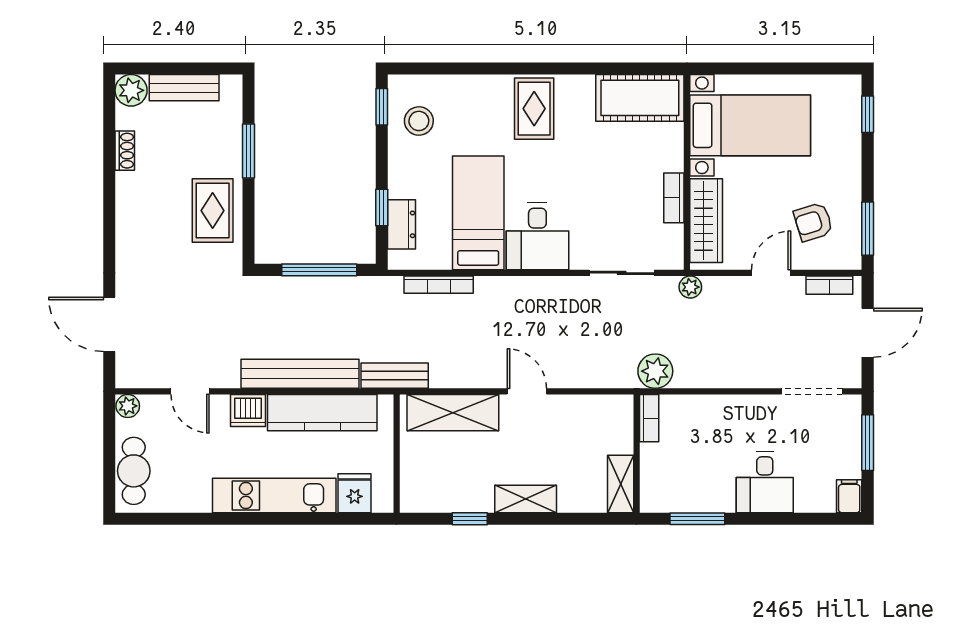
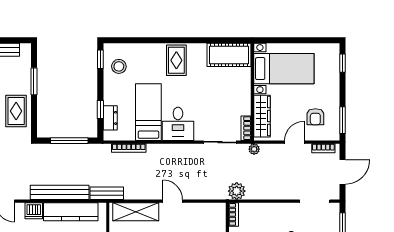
bookcase: (674, 198) -> (246, 128), moved
armchair: (813, 222) -> (315, 117), turned -73

